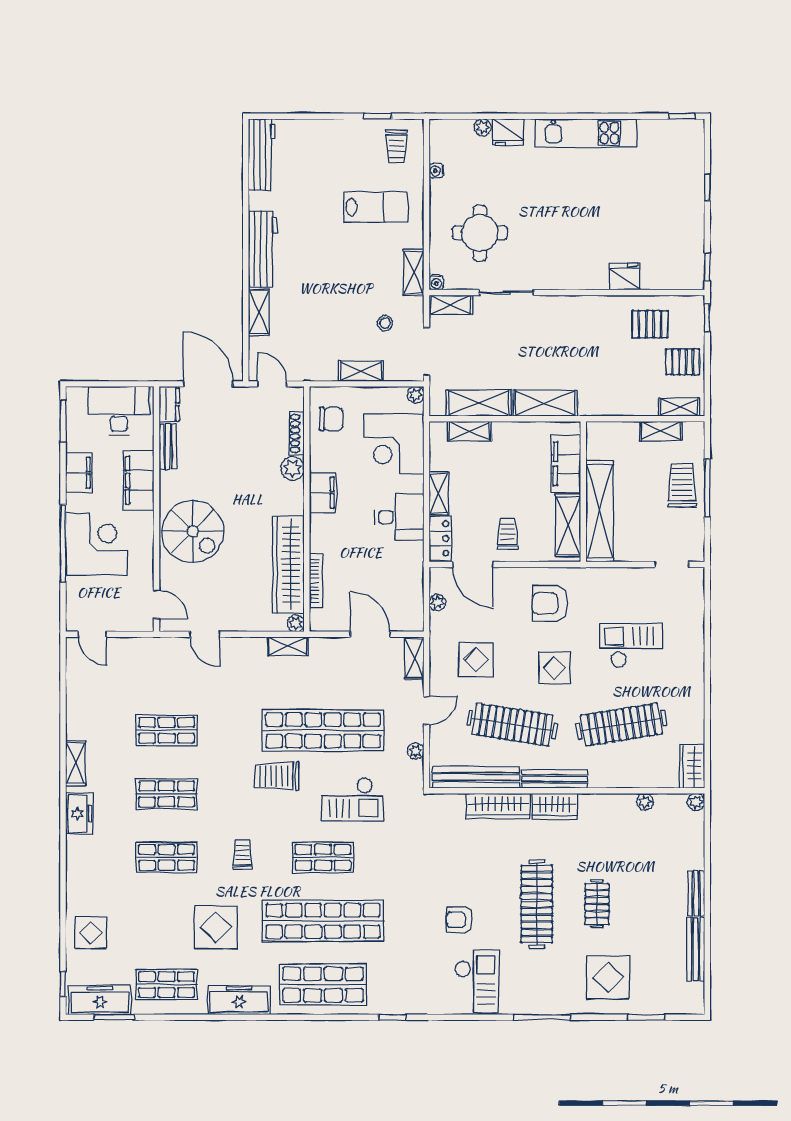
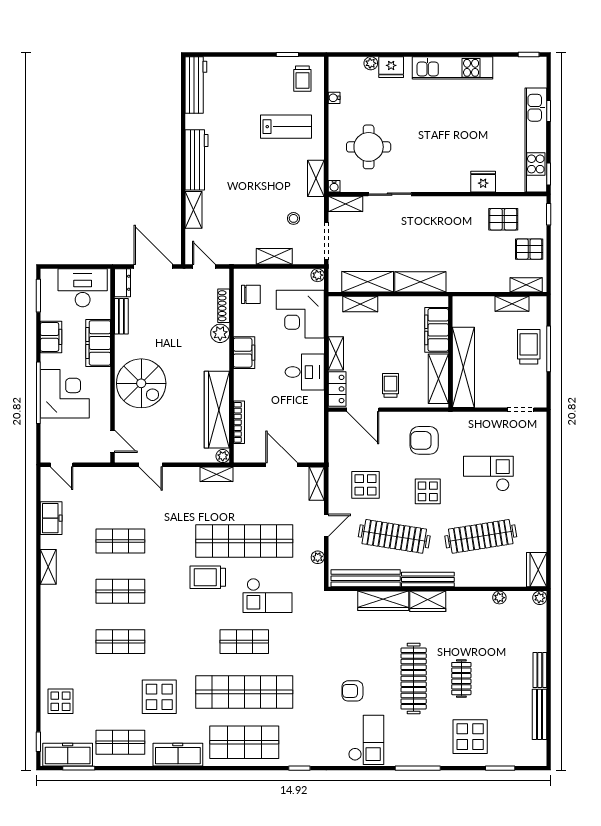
kitchen unit: (691, 224) -> (536, 140), added
plant: (437, 602) -> (335, 440), removed
freezer: (79, 814) -> (51, 518), moved
trolley: (242, 854) -> (180, 639), removed

